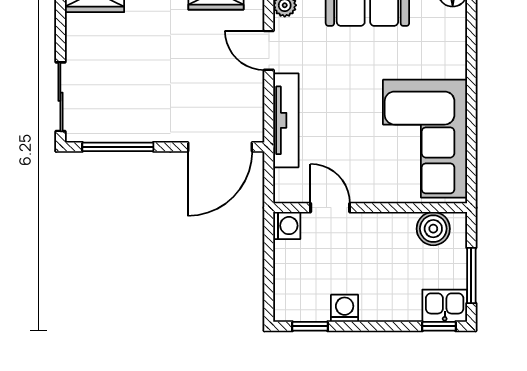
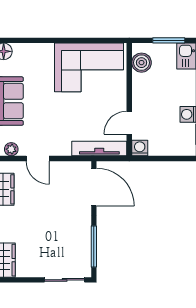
door: (269, 50) -> (38, 159), hinge flipped
tv unit: (286, 120) -> (99, 149), moved

